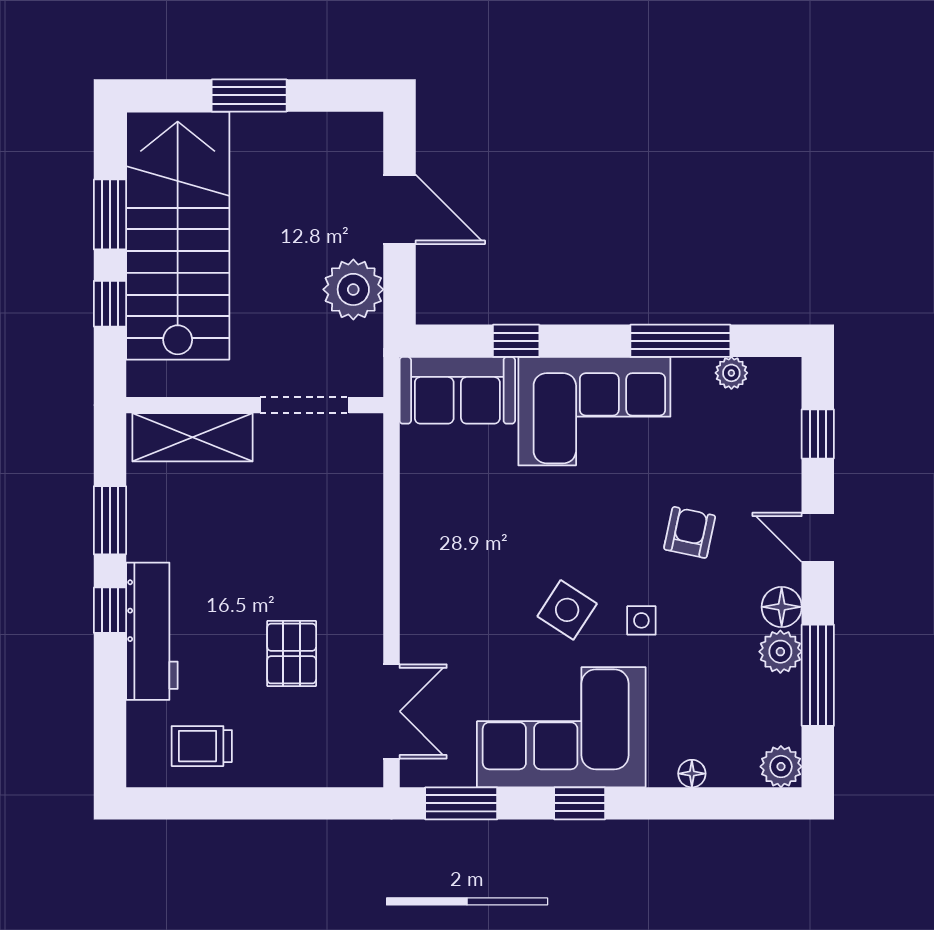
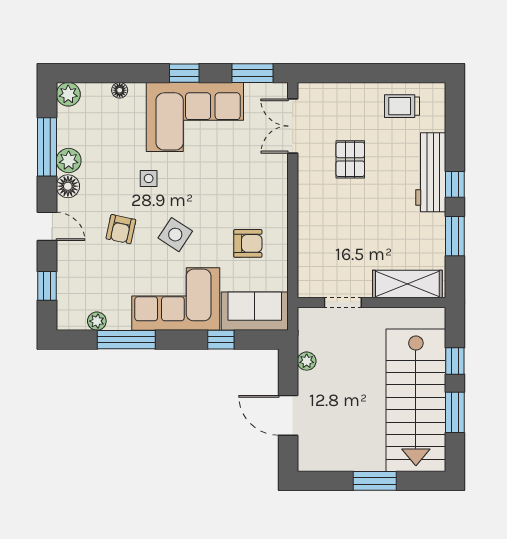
plant: (353, 289) -> (307, 361), width x0.53, depth x0.53
doorway: (304, 405) -> (343, 302), width x0.73
armchair: (469, 508) -> (248, 243), added
side table: (567, 610) -> (175, 235), moved
trolley: (202, 746) -> (402, 106), turned 180

